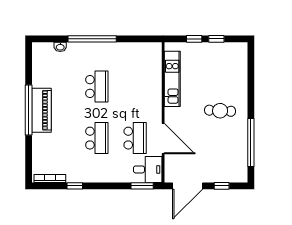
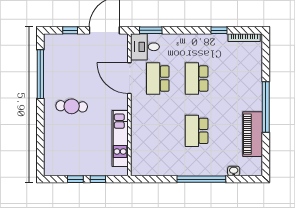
piano: (41, 110) -> (253, 134), moved

